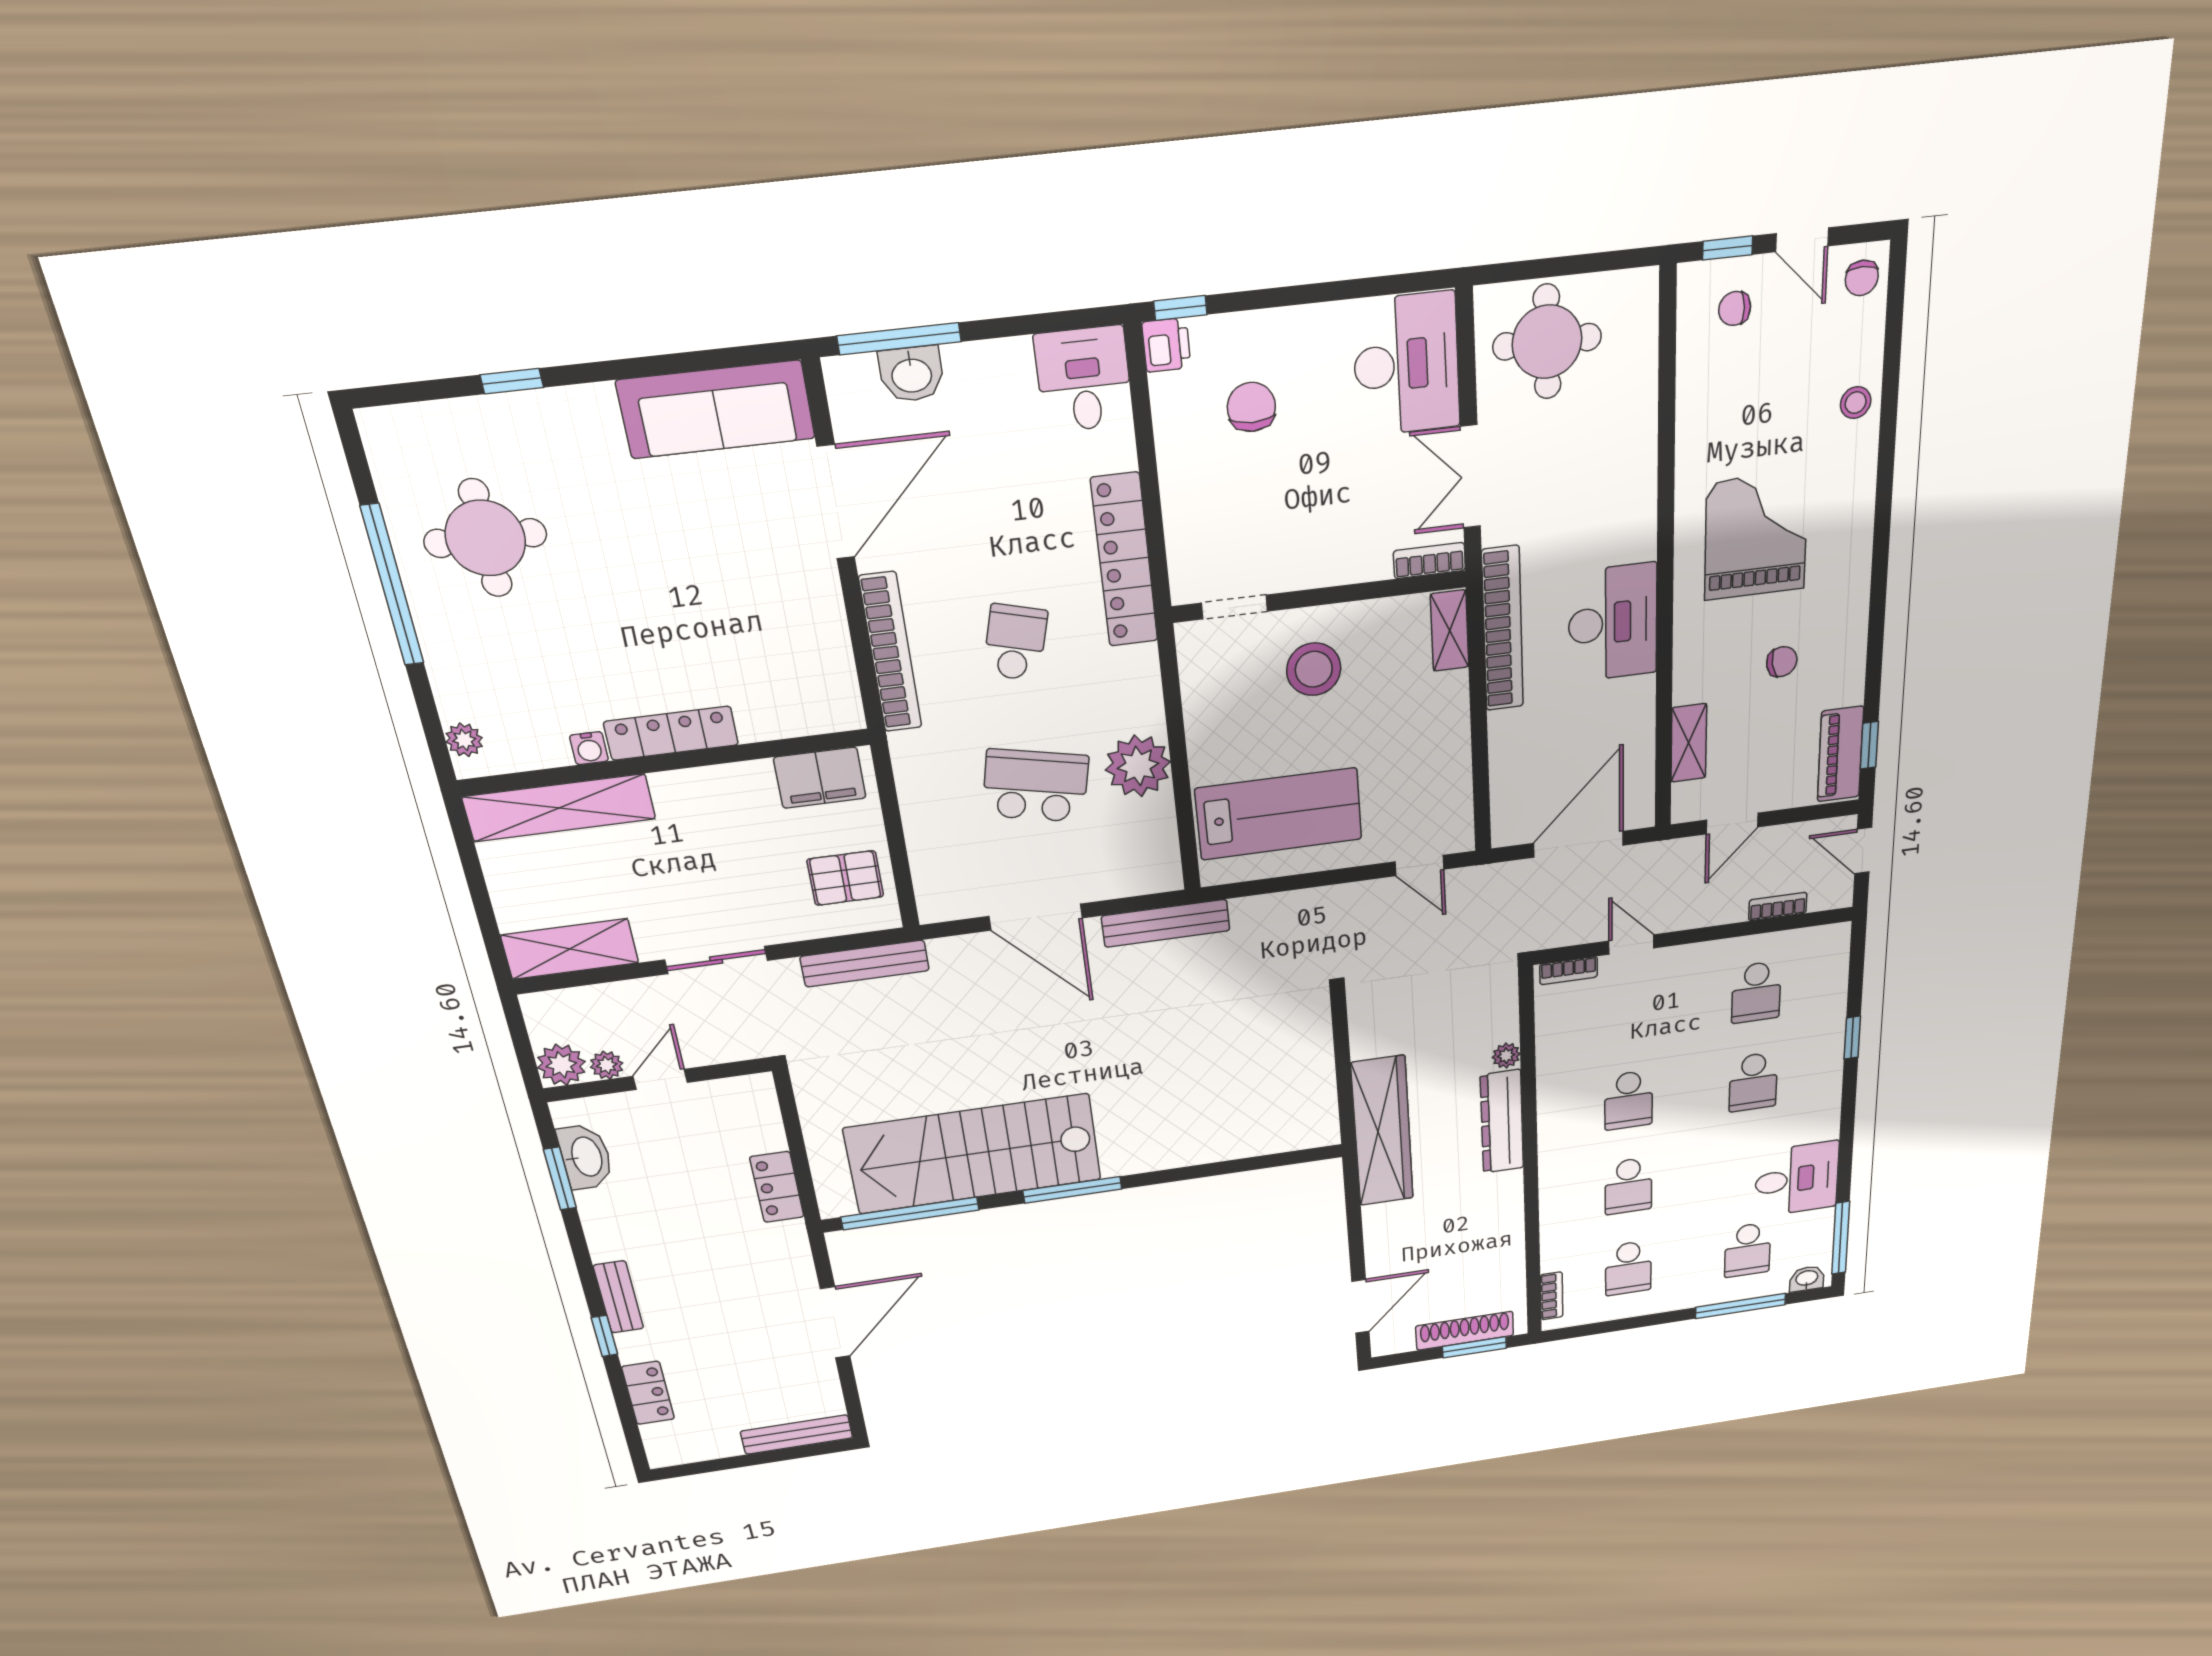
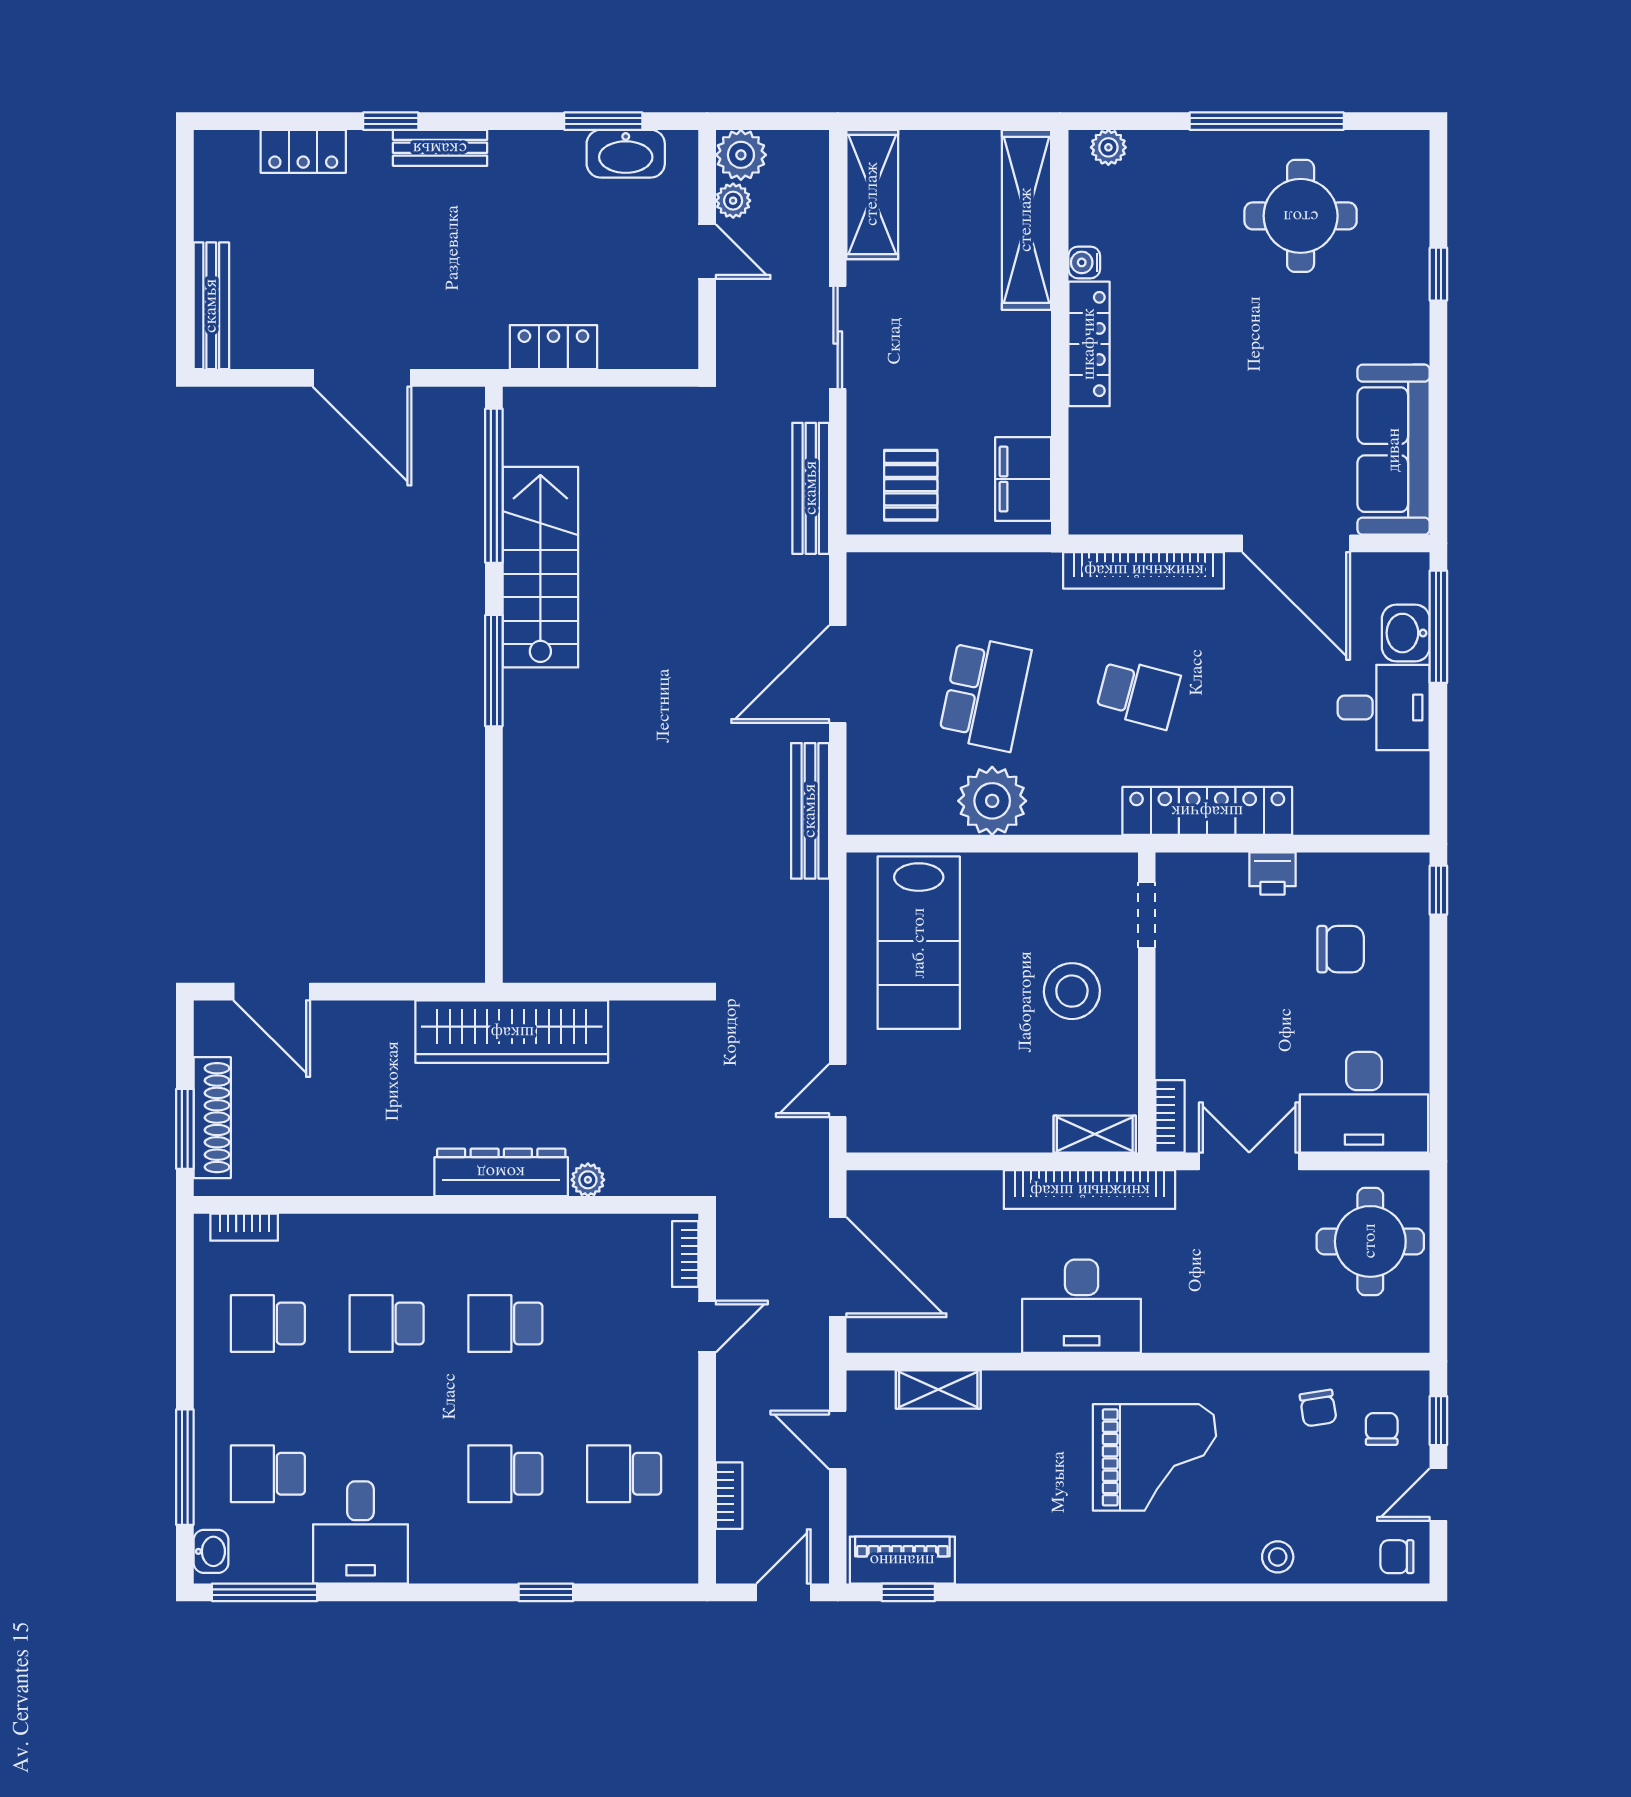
printer: (1166, 345) -> (1273, 873), moved
desk: (1084, 379) -> (1384, 707), moved
chair: (1782, 662) -> (1318, 1408), moved
stairs: (973, 1154) -> (540, 567), width x0.73, depth x0.66

